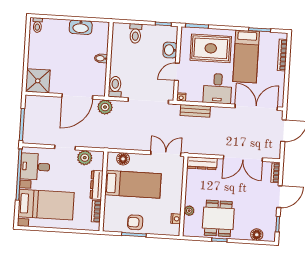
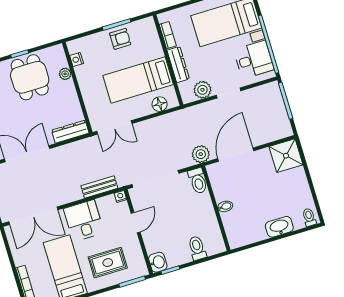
washbasin: (81, 27) -> (279, 227), moved
rug: (211, 48) -> (108, 263), width x0.73, depth x0.70
washbasin: (170, 50) -> (158, 262), moved

